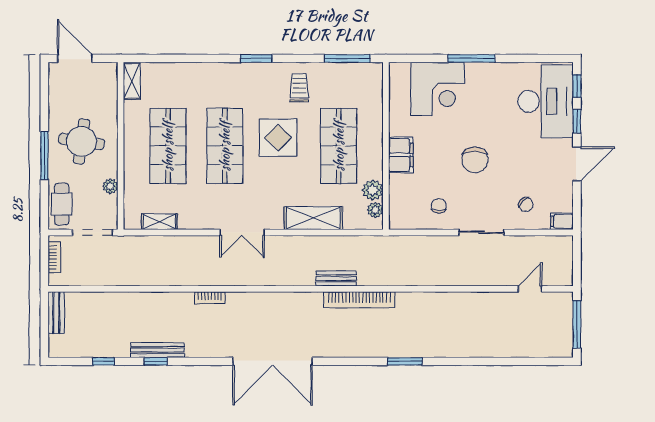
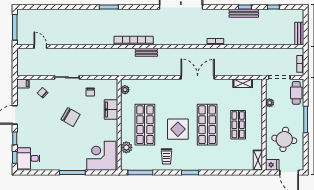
fridge: (106, 72) -> (272, 165), added
corner desk: (438, 89) -> (101, 156), moved
desk: (546, 101) -> (28, 158), width x0.53, depth x0.77
round table: (81, 141) -> (284, 139), moved
shop shelf: (168, 146) -> (238, 125), width x0.70, depth x0.74
filing cabinet: (401, 155) -> (111, 110), moved
chair: (475, 160) -> (71, 117), turned 120
plant: (373, 190) -> (126, 147), moved
shelving: (313, 218) -> (159, 85), removed
double door: (242, 232) -> (198, 77), width x1.37
door: (530, 289) -> (40, 47), swing flipped

